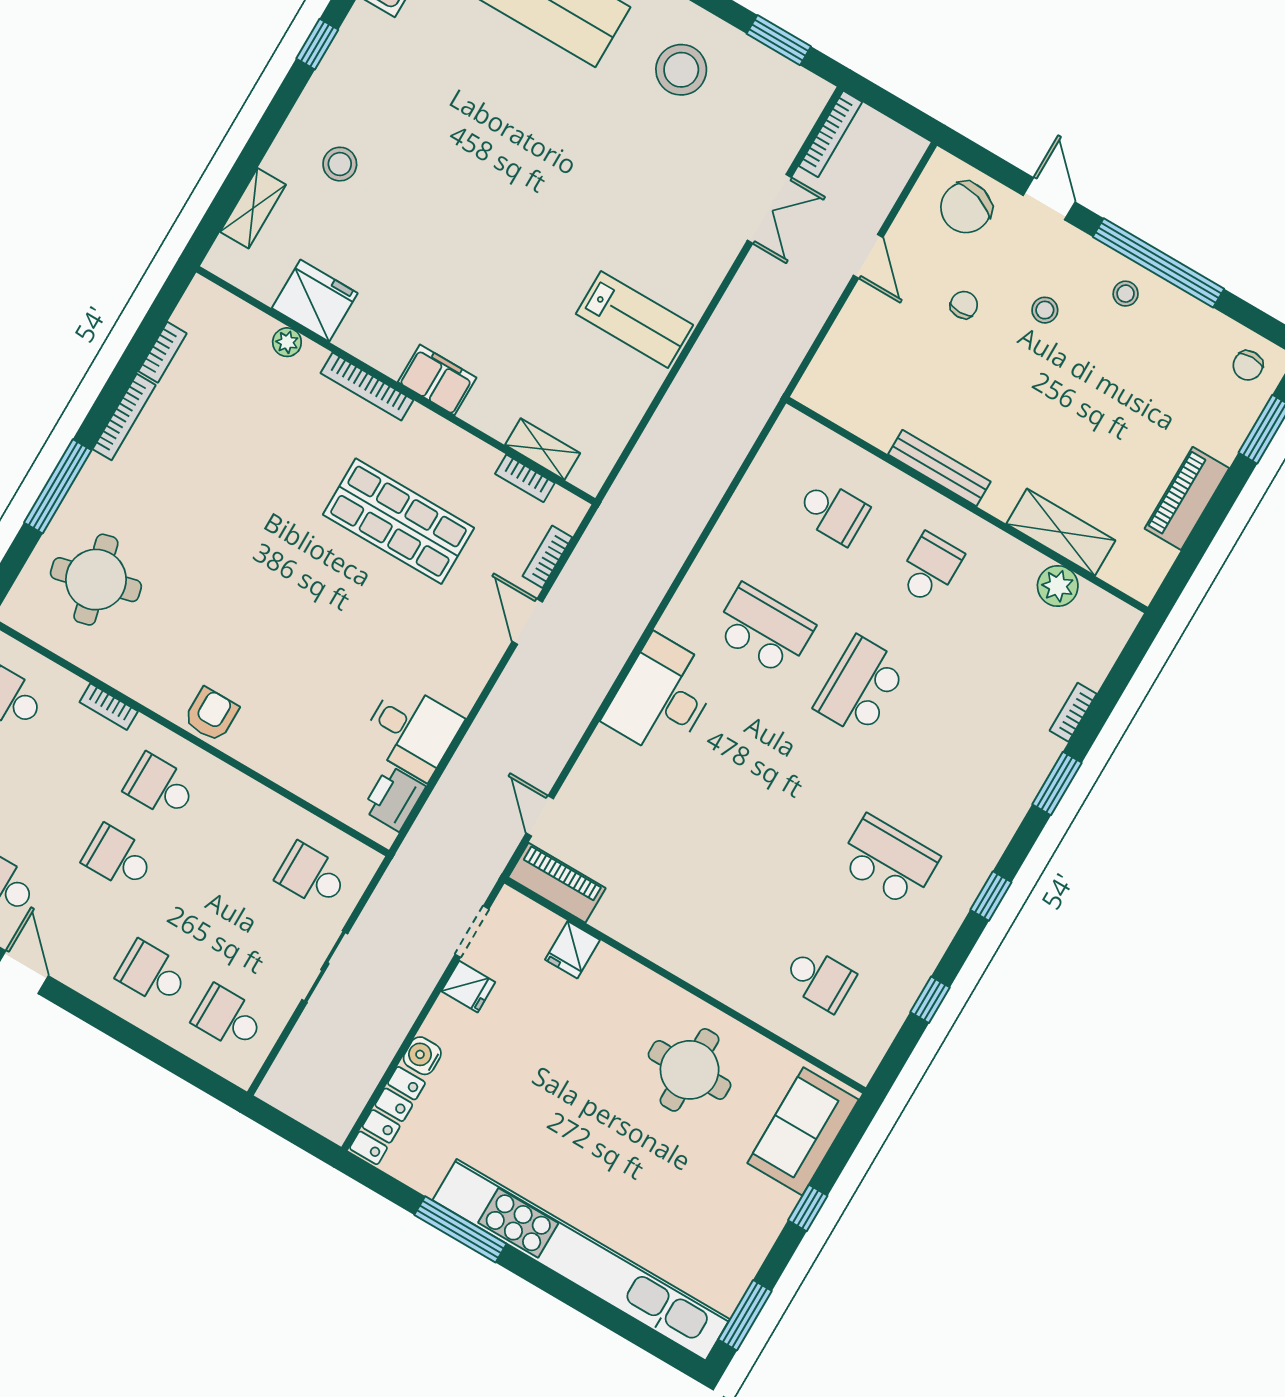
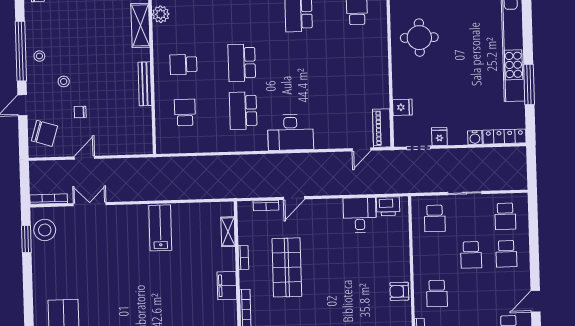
stool: (681, 70) -> (45, 230), moved
bookcase: (525, 478) -> (243, 258), moved
school desk: (861, 686) -> (242, 63), turned 90
school desk: (118, 858) -> (471, 255), moved

